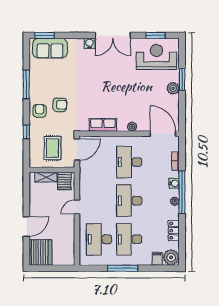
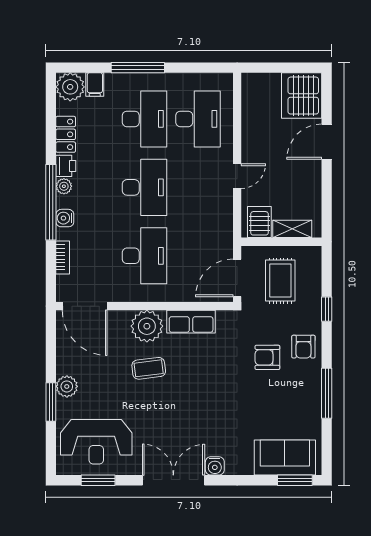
coffee table: (127, 99) -> (149, 368), added
plant: (132, 127) -> (147, 326), width x1.87, depth x1.87
printer: (174, 213) -> (66, 166), added
window: (123, 268) -> (138, 68), moved

